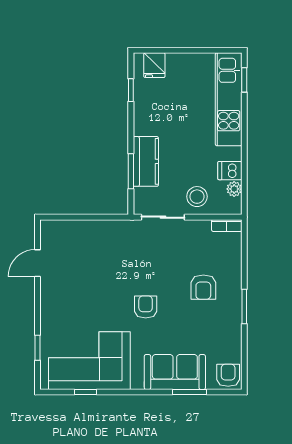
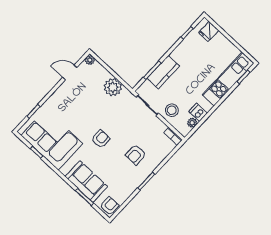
plant: (47, 227) -> (90, 60), added
plant: (103, 234) -> (113, 87), added

